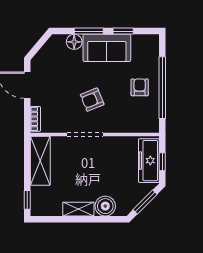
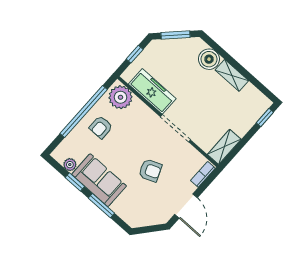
plant: (138, 40) -> (70, 165), added
floor lamp: (74, 42) -> (120, 207), removed
armchair: (92, 100) -> (150, 170), moved
plant: (145, 122) -> (120, 97), added
shelving: (40, 161) -> (224, 147), width x0.67, depth x0.75
freezer: (149, 161) -> (152, 91), moved, turned -90

